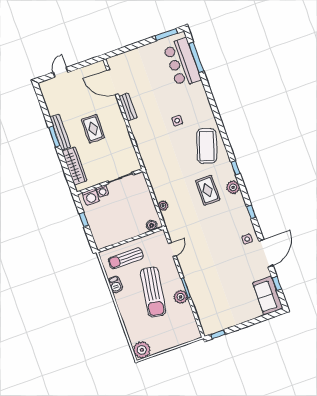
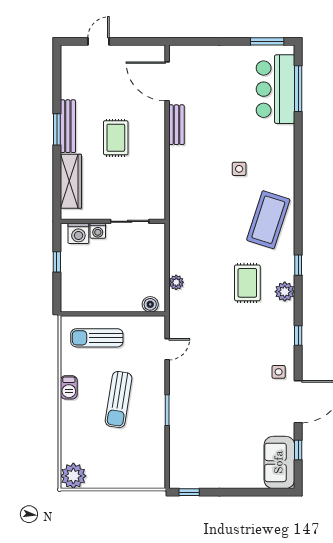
barbecue: (115, 284) -> (69, 387), moved
sun lounger: (153, 292) -> (119, 400), width x0.73, depth x0.75
plant: (181, 297) -> (155, 420), removed

